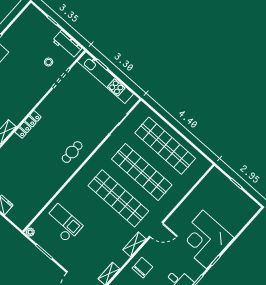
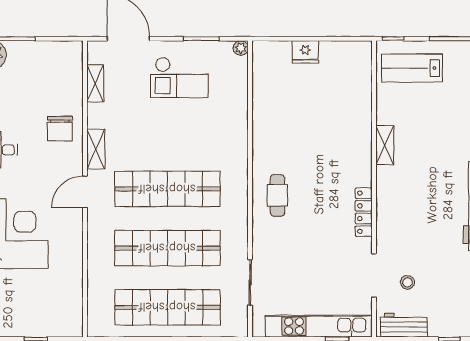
locker: (28, 124) -> (364, 212), moved
checkout: (63, 223) -> (179, 77), moved

